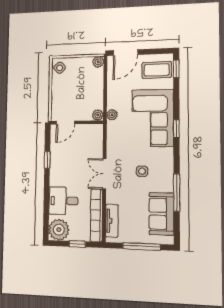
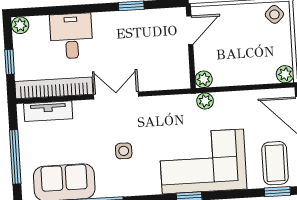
door: (65, 123) -> (190, 30), swing flipped
plant: (59, 230) -> (20, 25), width x0.53, depth x0.53

